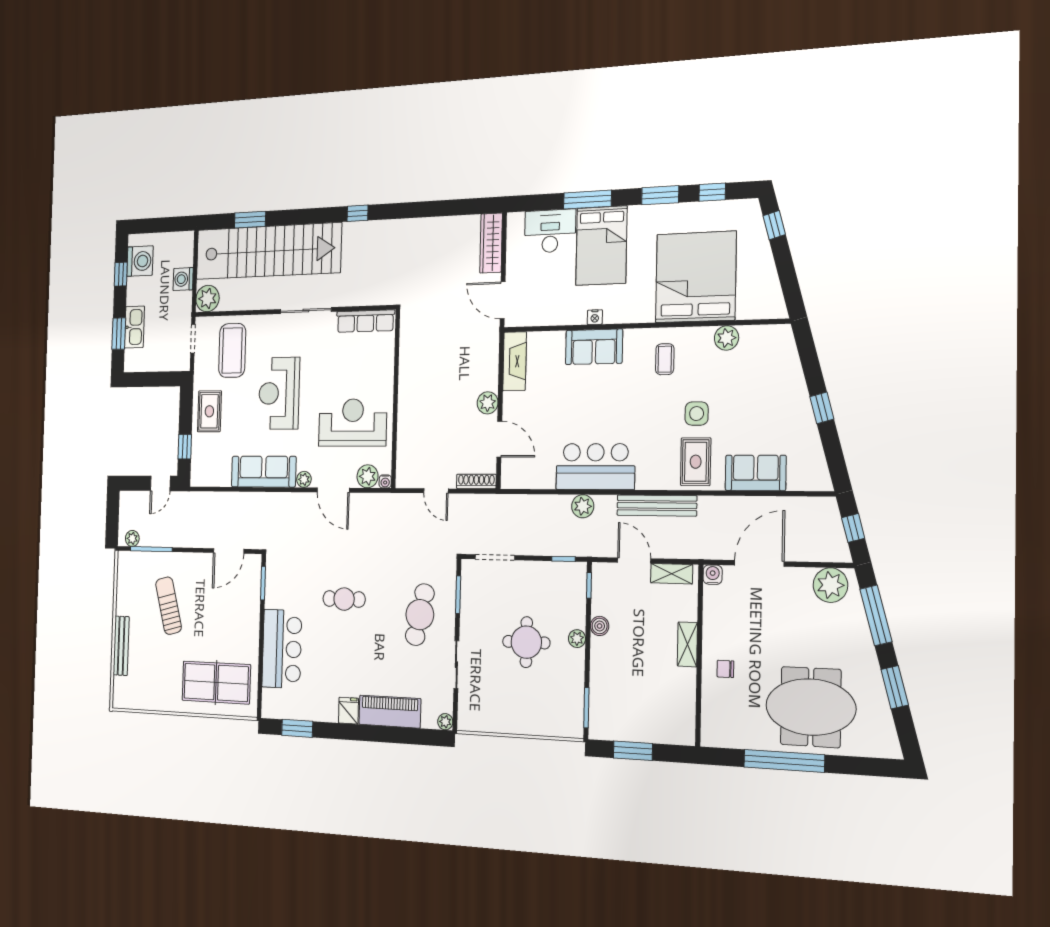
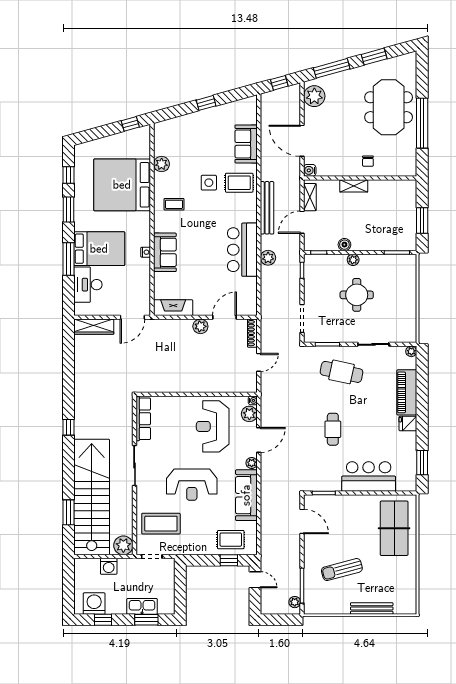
window: (774, 225) -> (130, 124), moved
rug: (209, 411) -> (231, 540), moved

